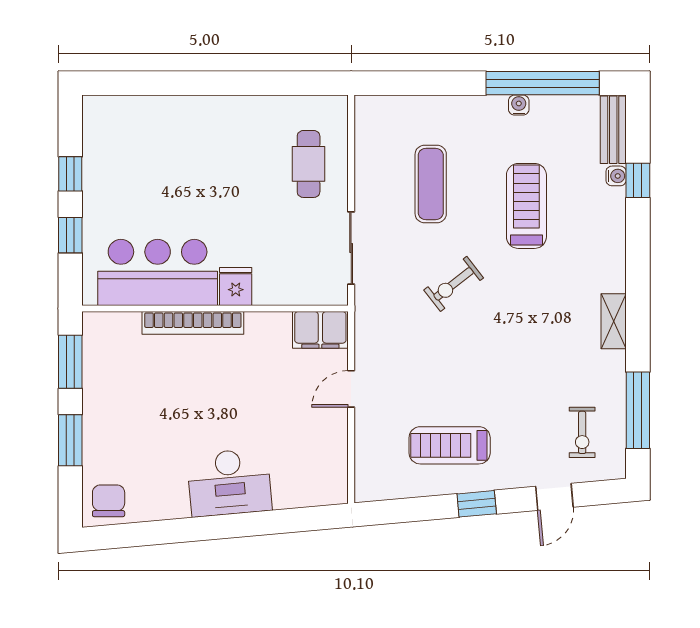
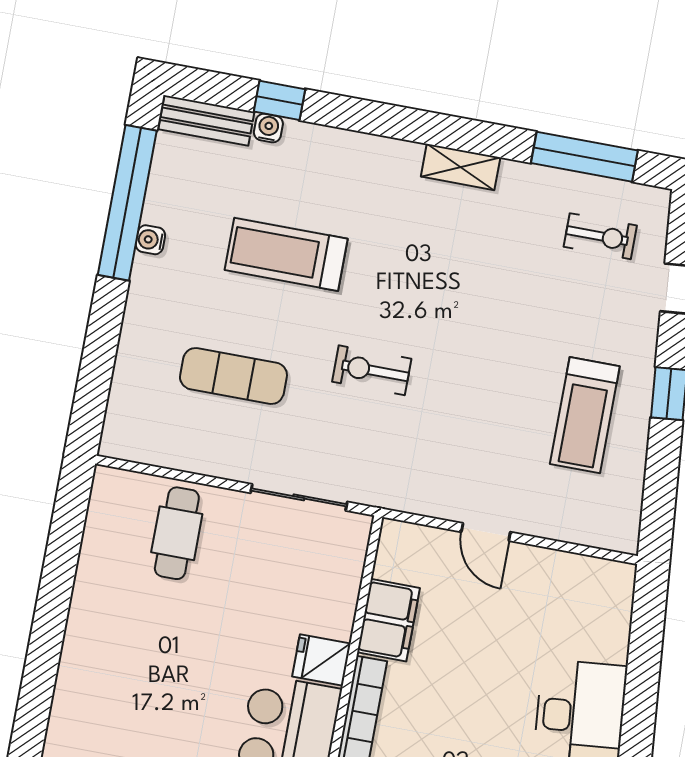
cafe table: (309, 164) -> (177, 533), turned 90
exercise bike: (454, 284) -> (372, 370), turned 128
filing cabinet: (320, 330) -> (388, 620), moved

